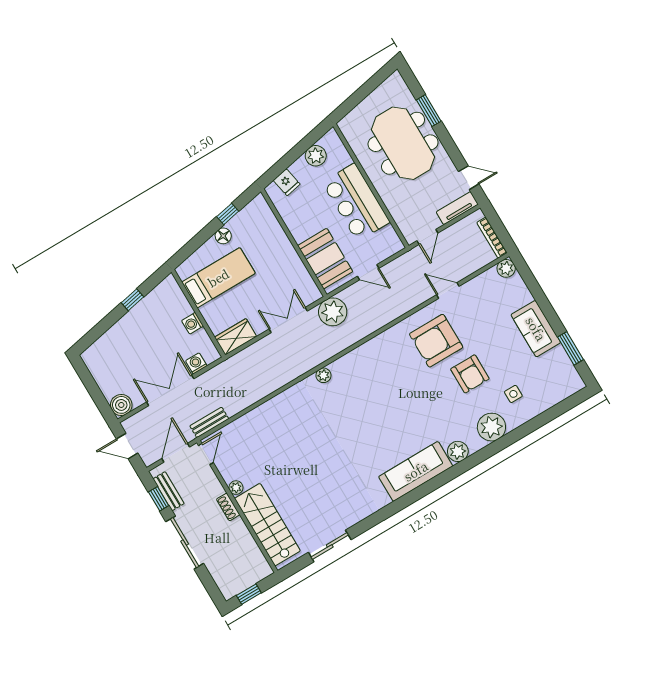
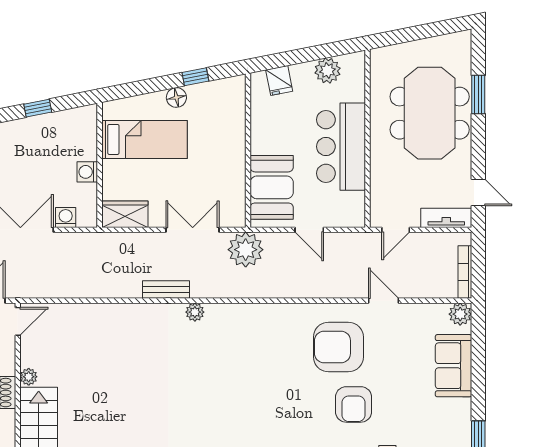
sofa: (536, 329) -> (454, 366), moved
bench: (209, 422) -> (166, 289), moved

